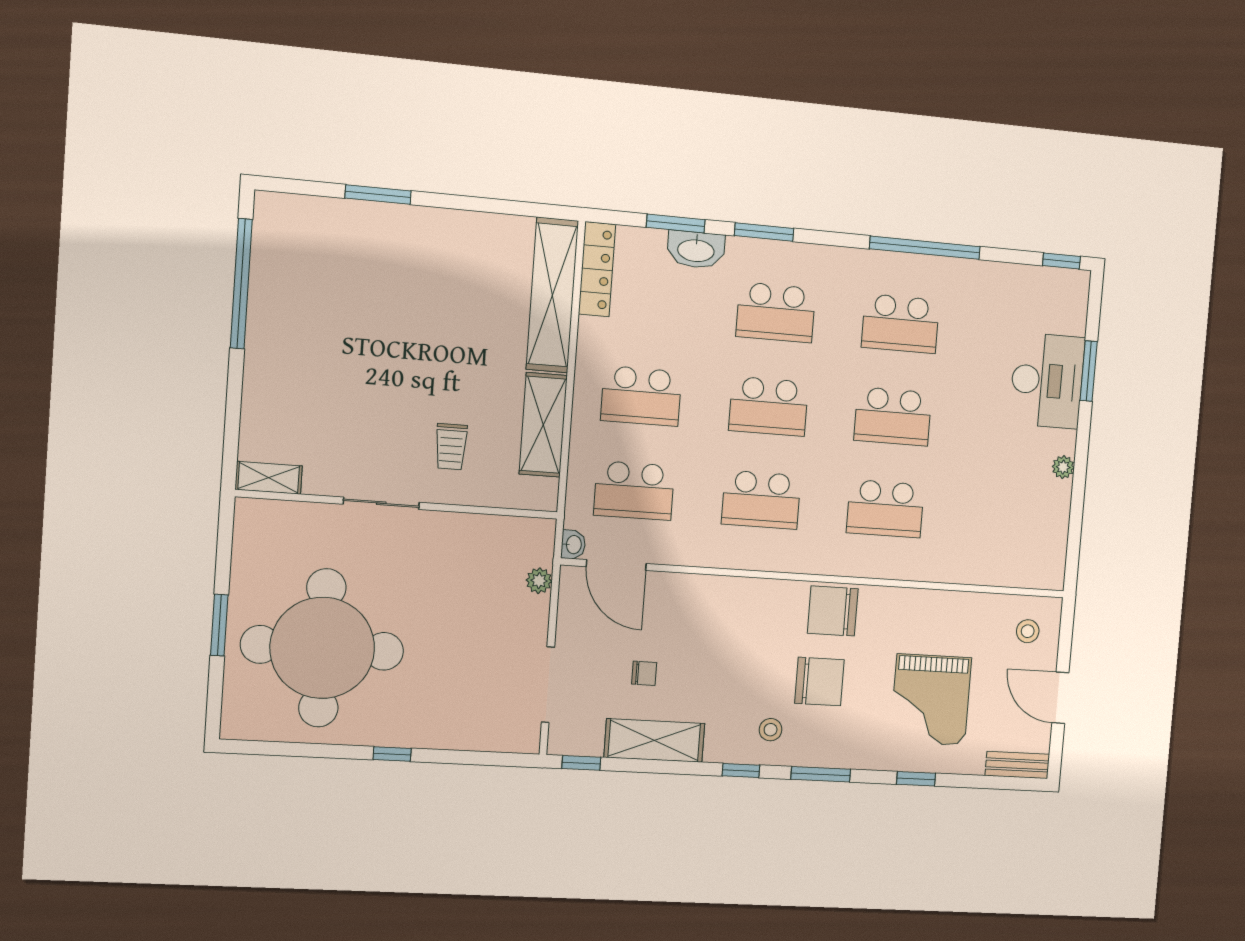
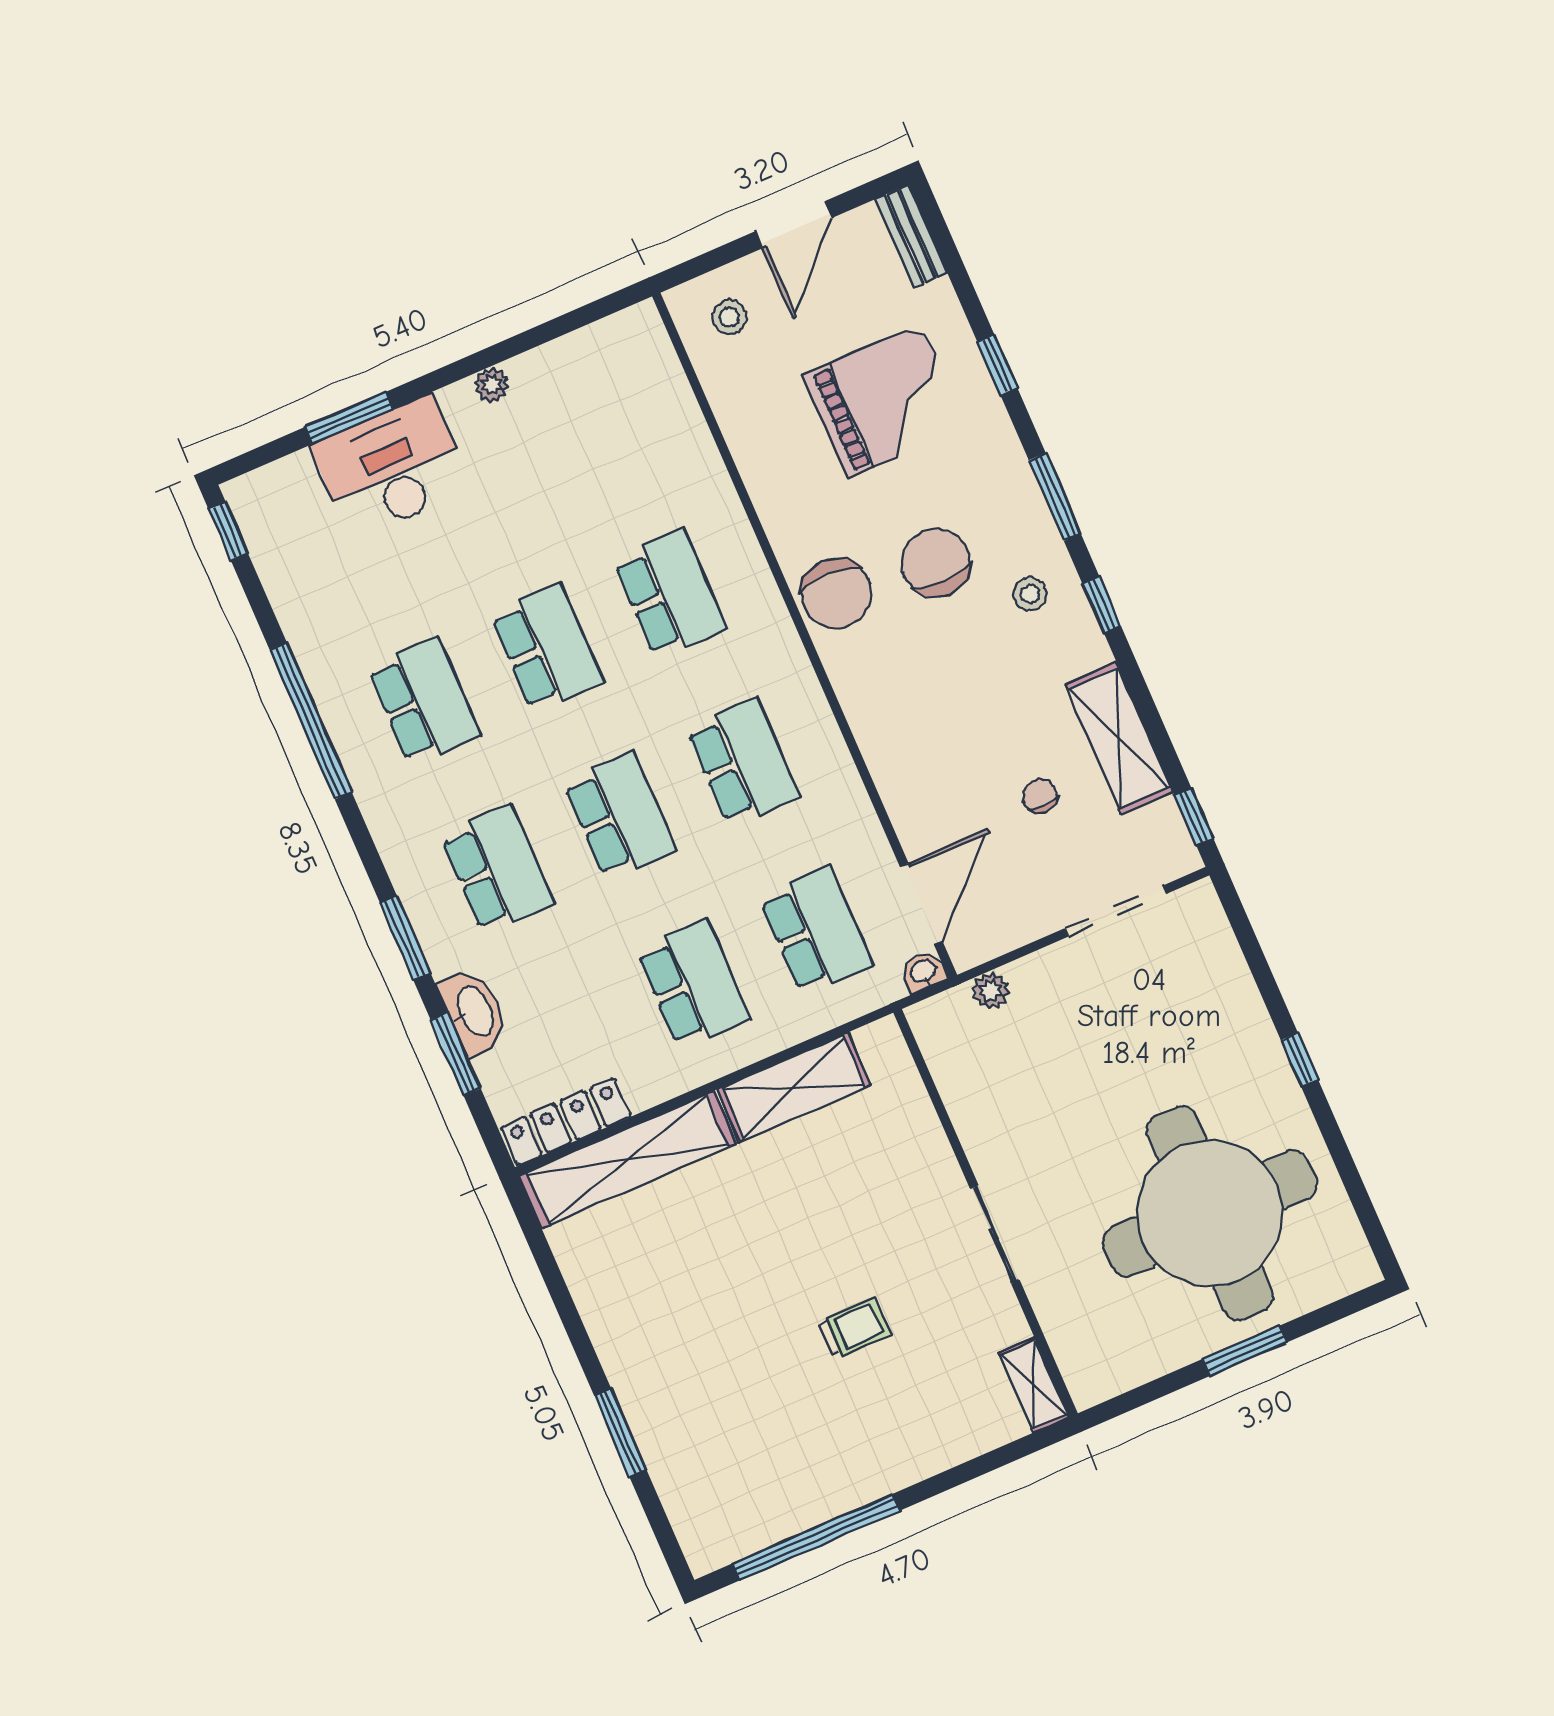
trolley: (451, 447) -> (854, 1328), moved

